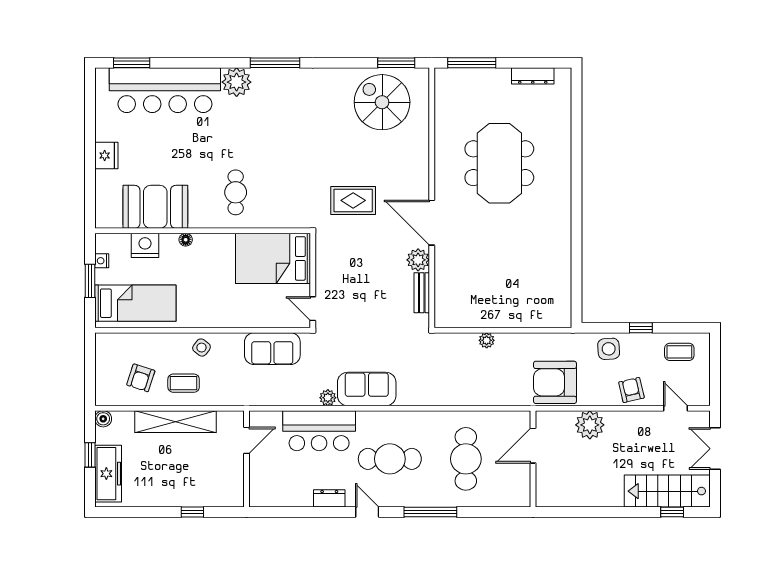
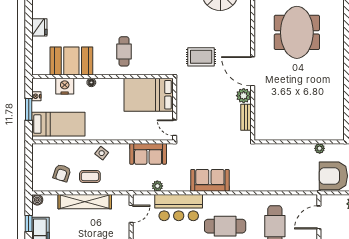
plant: (487, 340) -> (320, 148), moved
plant: (328, 398) -> (157, 186), moved

